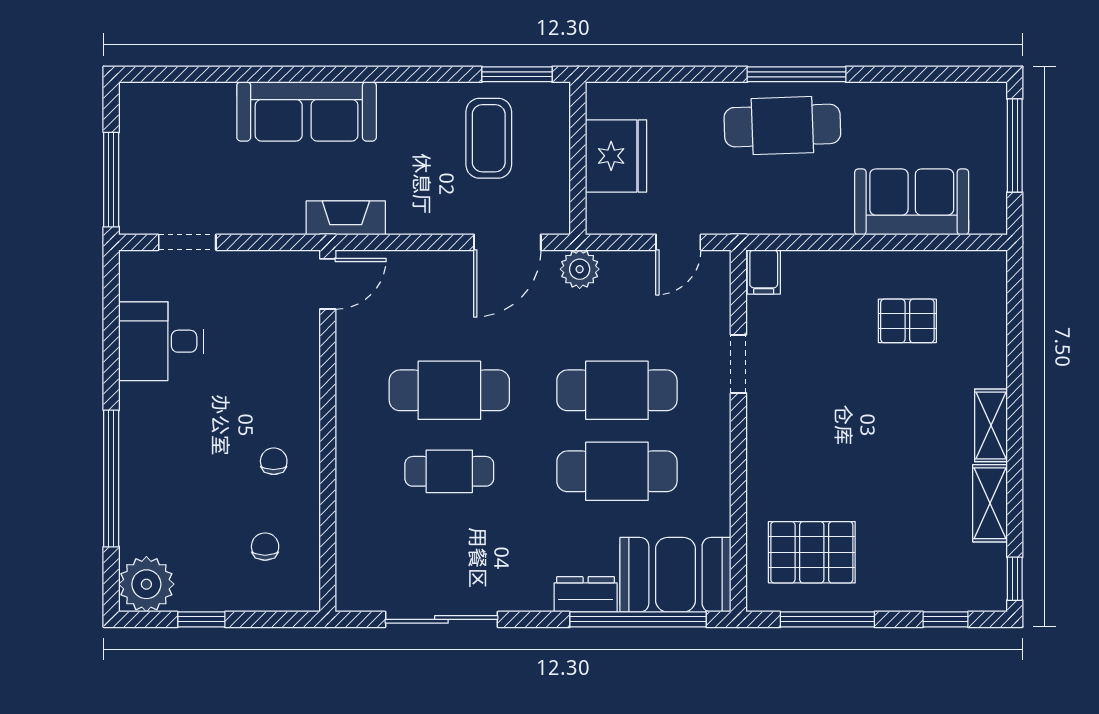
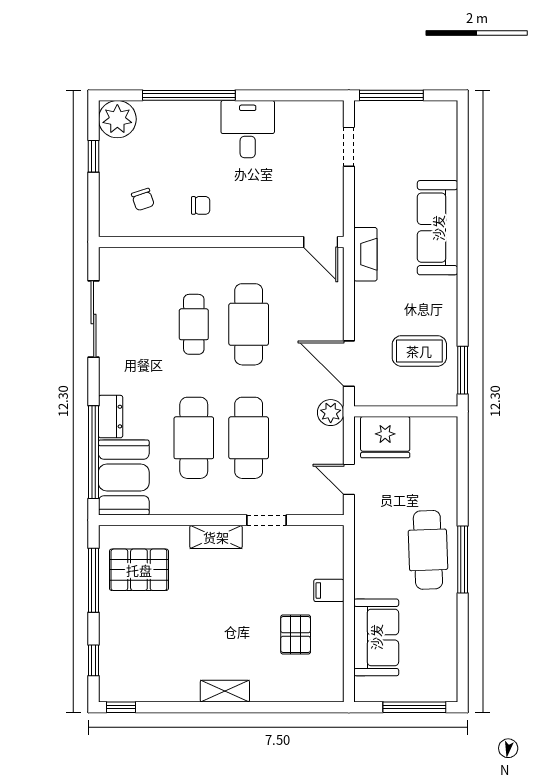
fridge: (616, 156) -> (385, 437), moved
filing cabinet: (764, 272) -> (329, 590), moved
desk: (161, 341) -> (248, 129), moved
shelving: (990, 503) -> (216, 537), moved
chair: (265, 547) -> (143, 200), turned 72
pallet: (812, 552) -> (139, 570), turned 90

